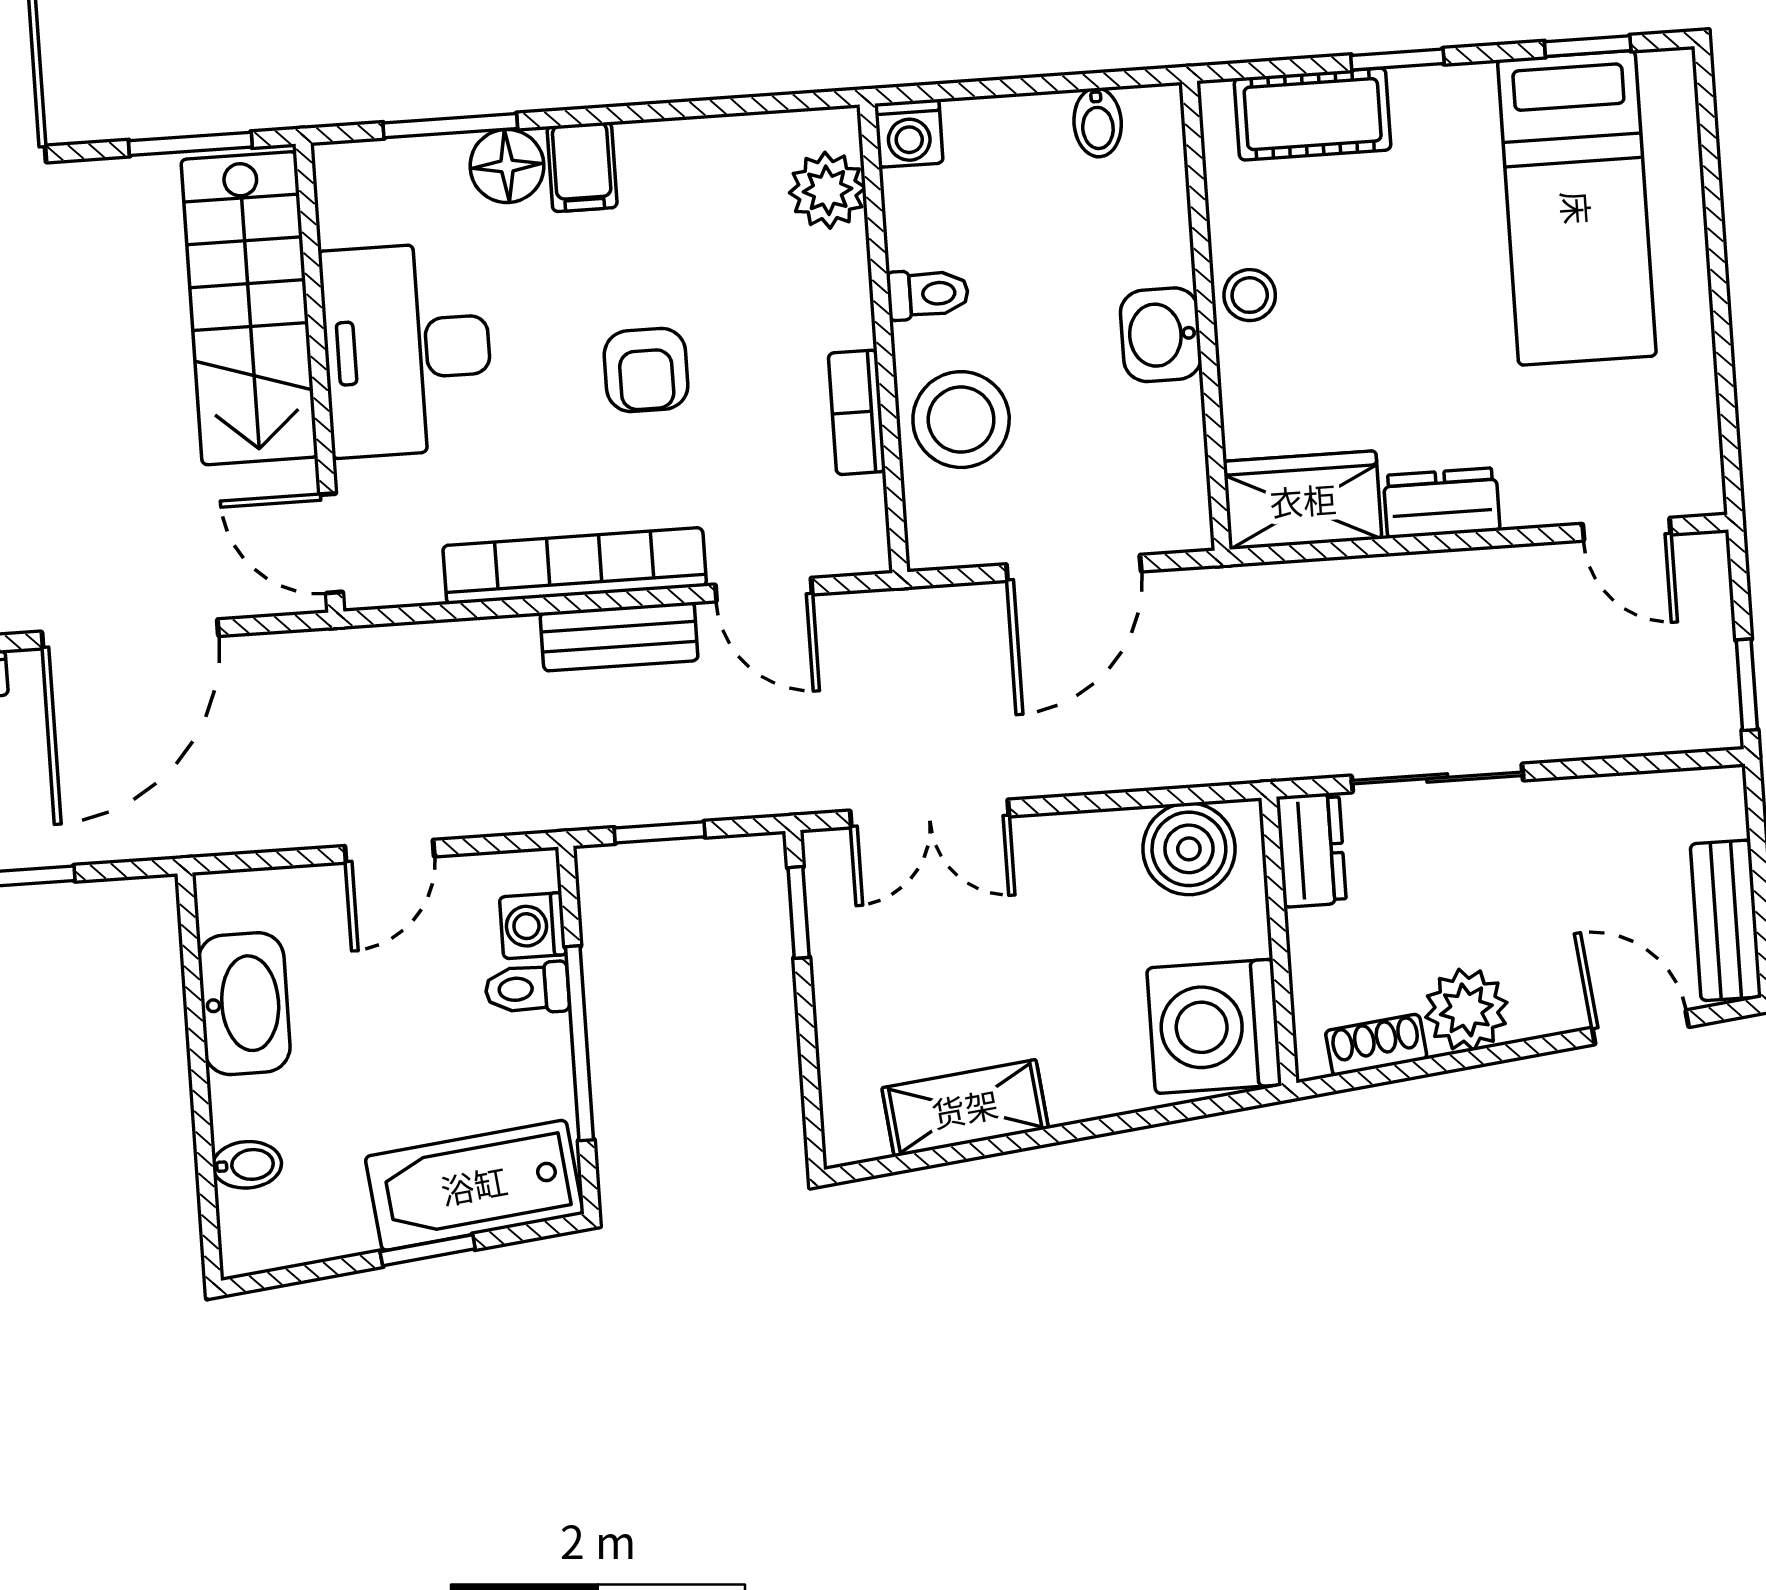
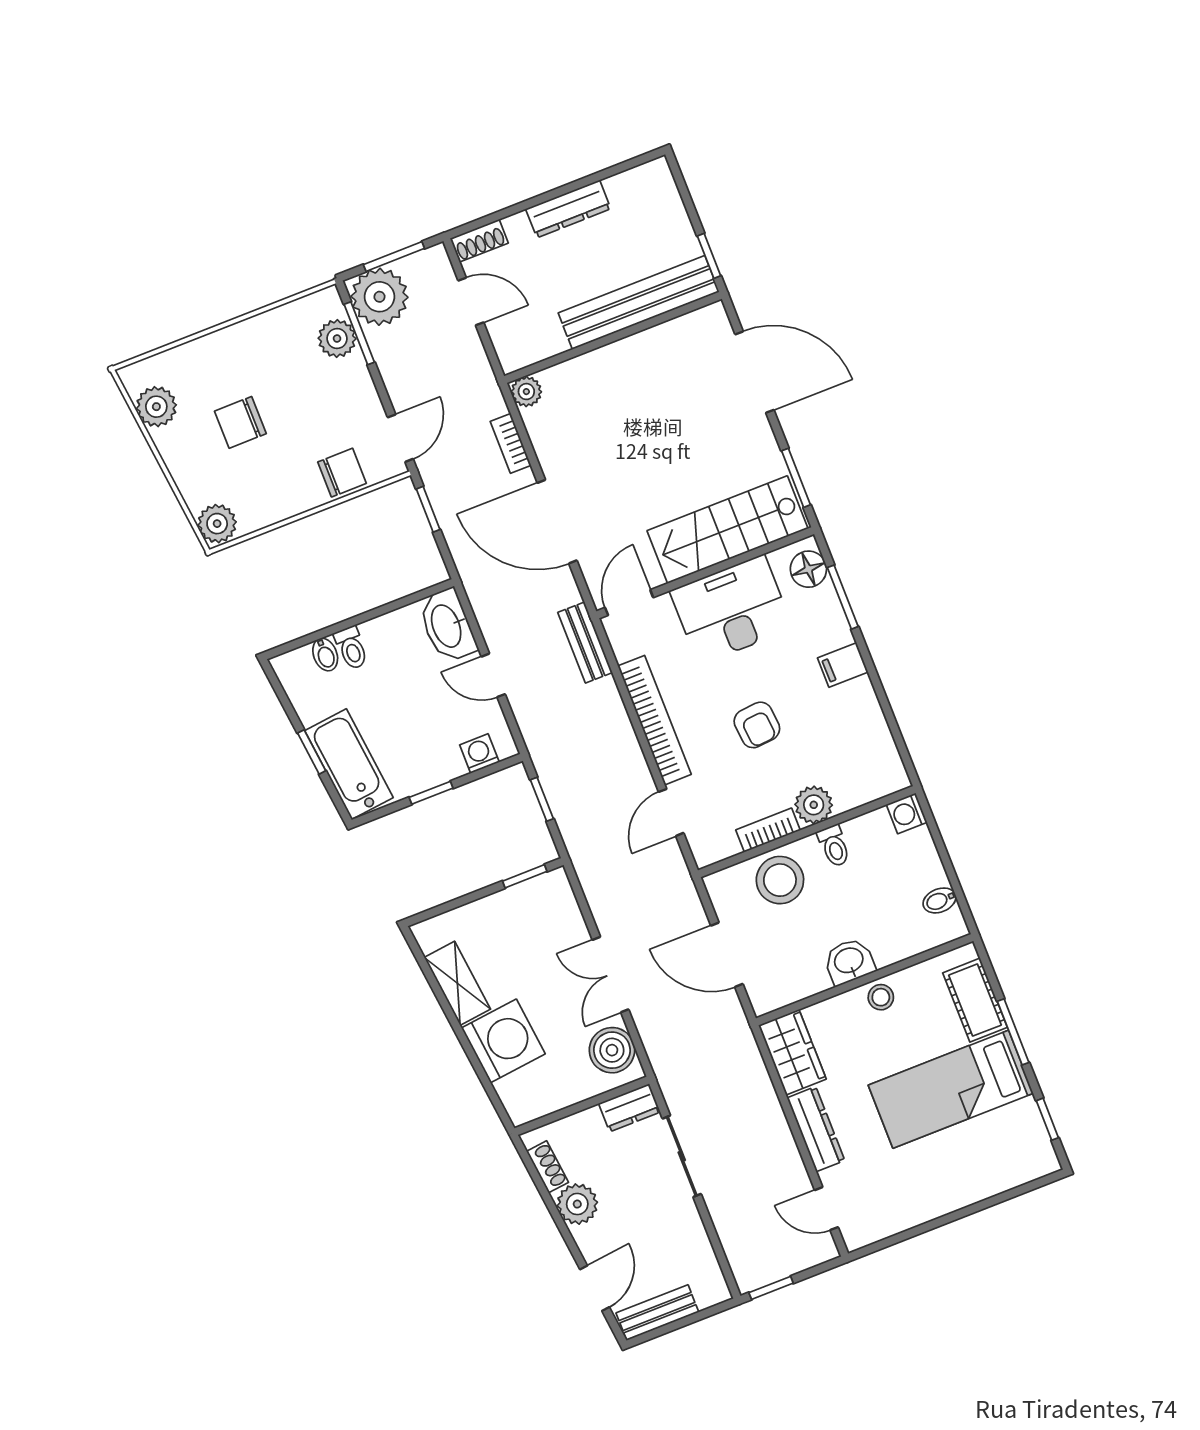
window: (1397, 59) -> (1013, 1032), width x1.50
floor lamp: (507, 166) -> (808, 569), moved
plant: (827, 190) -> (814, 805), moved
bed: (1577, 208) -> (951, 1089), moved
armchair: (646, 370) -> (757, 725), turned -95
dresser: (1442, 503) -> (816, 1129), width x1.44
door: (1627, 529) -> (826, 1209), hinge flipped
bench: (619, 637) -> (585, 643), moved
double door: (929, 813) -> (611, 975), moved
toilet: (527, 988) -> (351, 648), moved, turned 180
washbasin: (244, 1004) -> (447, 626), moved, turned 90
washing machine: (1214, 1026) -> (503, 1041), moved, turned 84
window: (579, 1043) -> (431, 793), width x0.46

